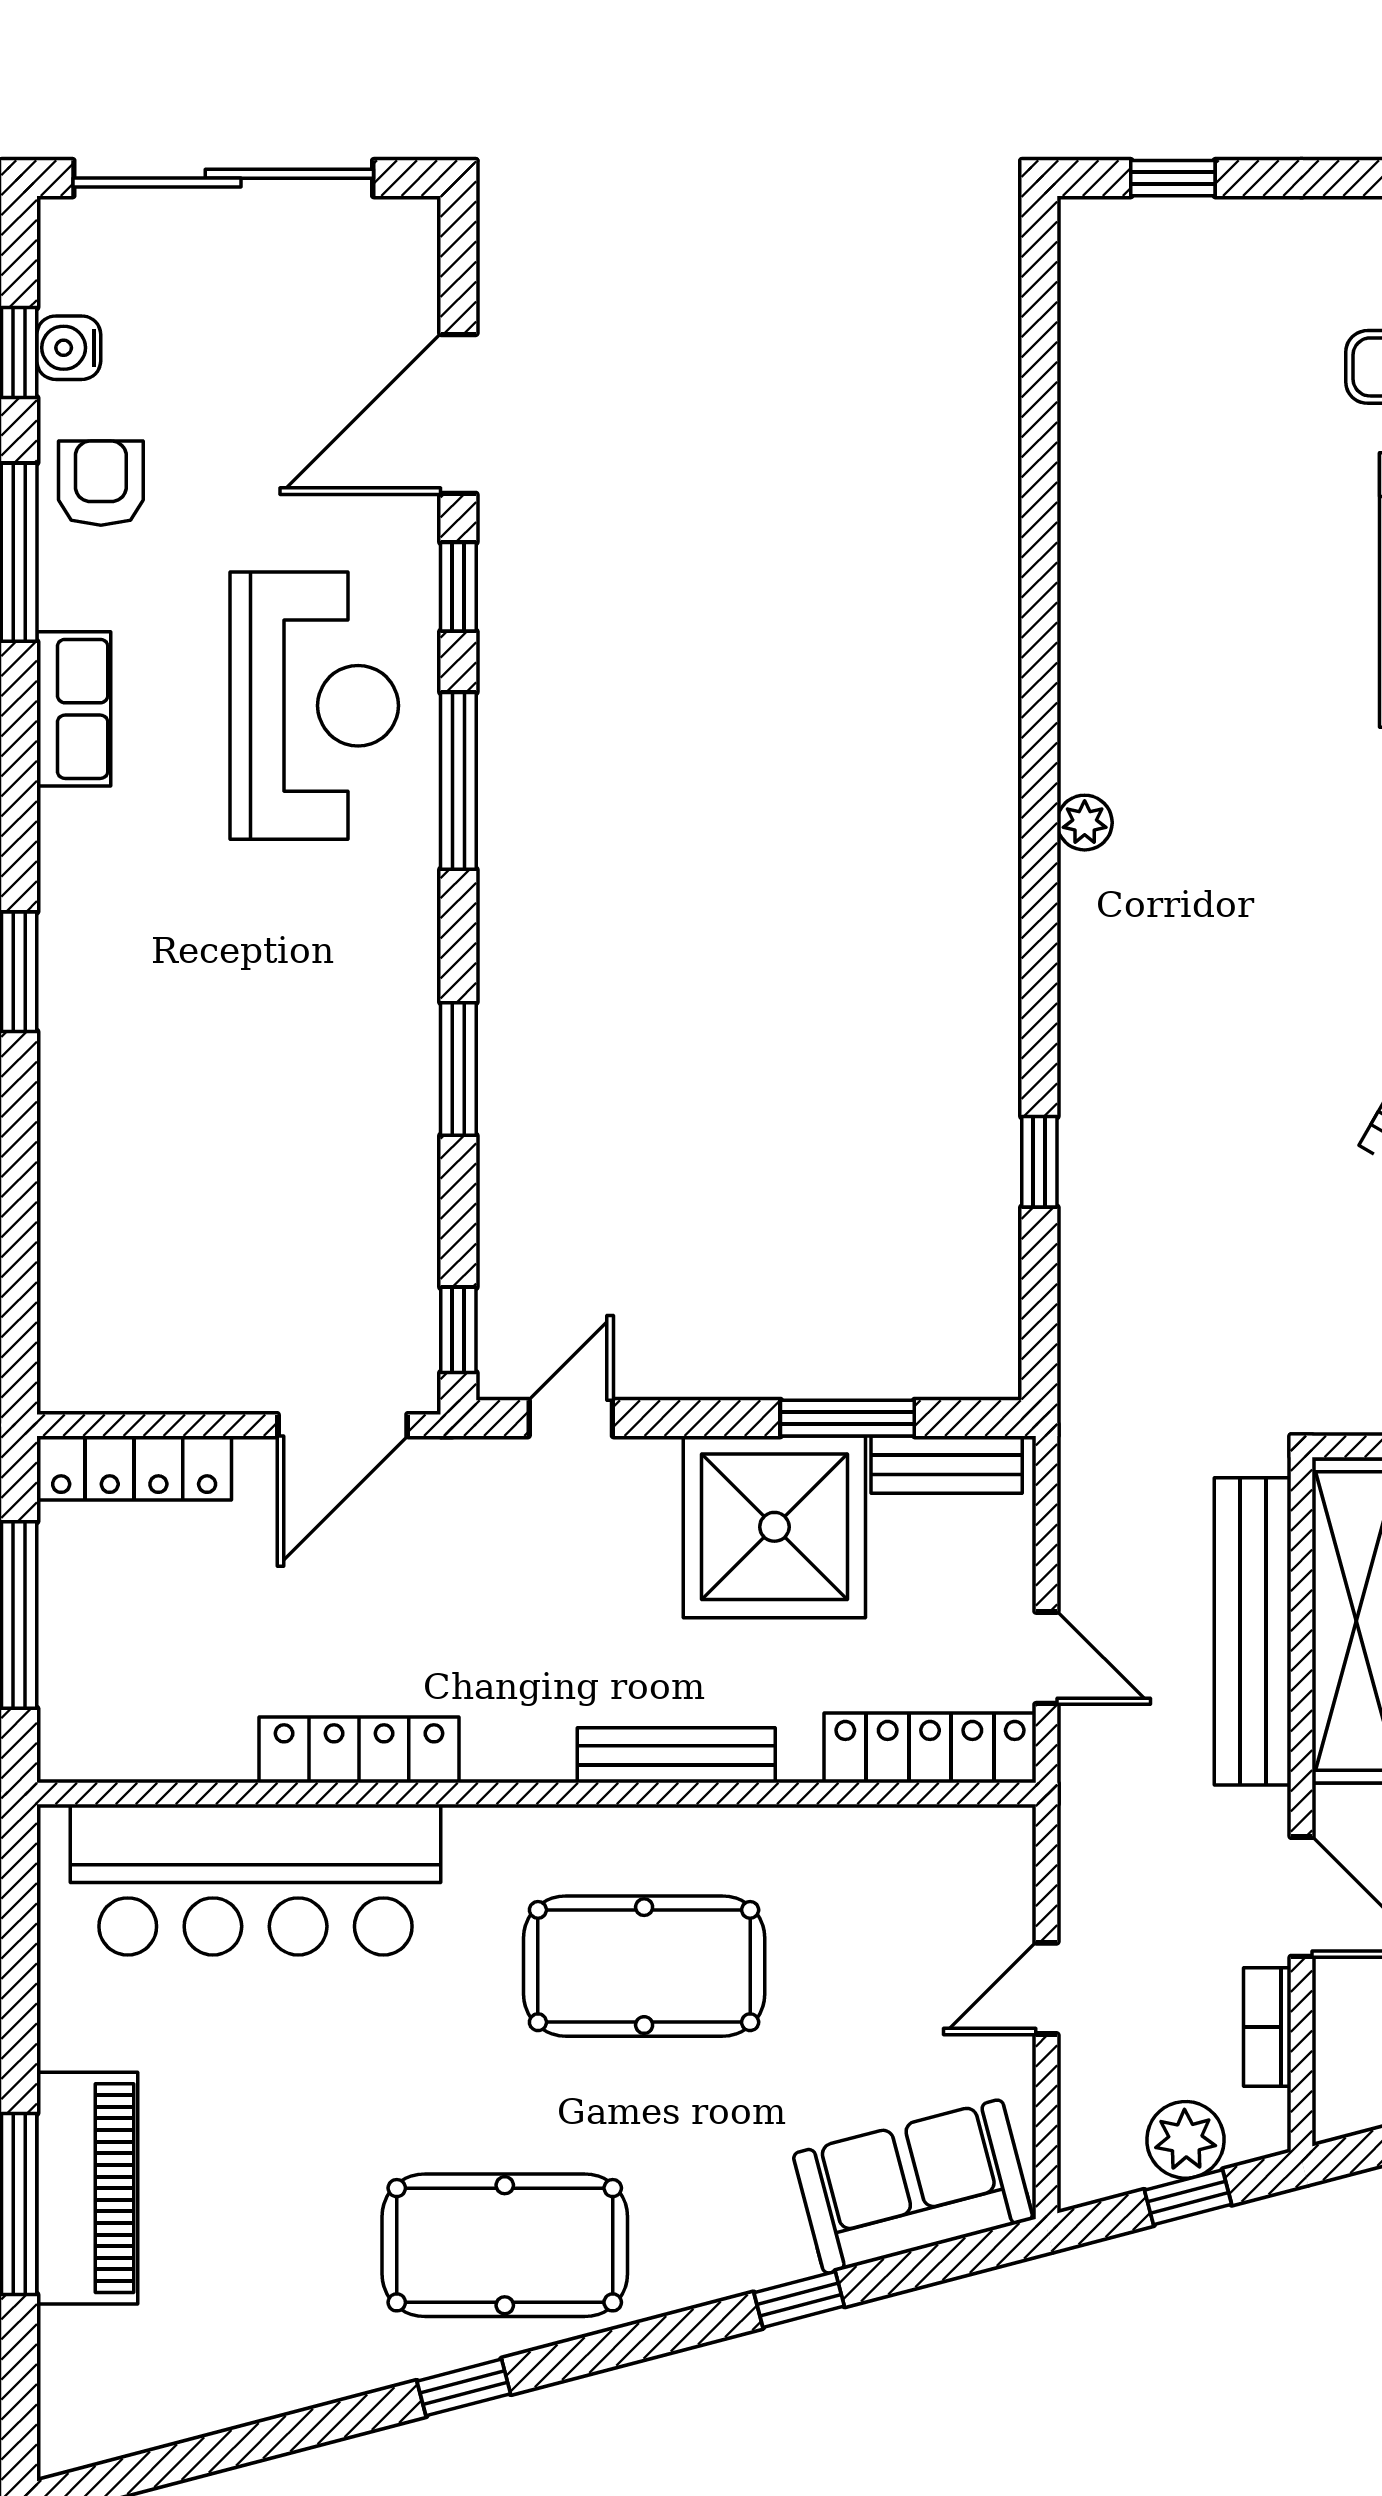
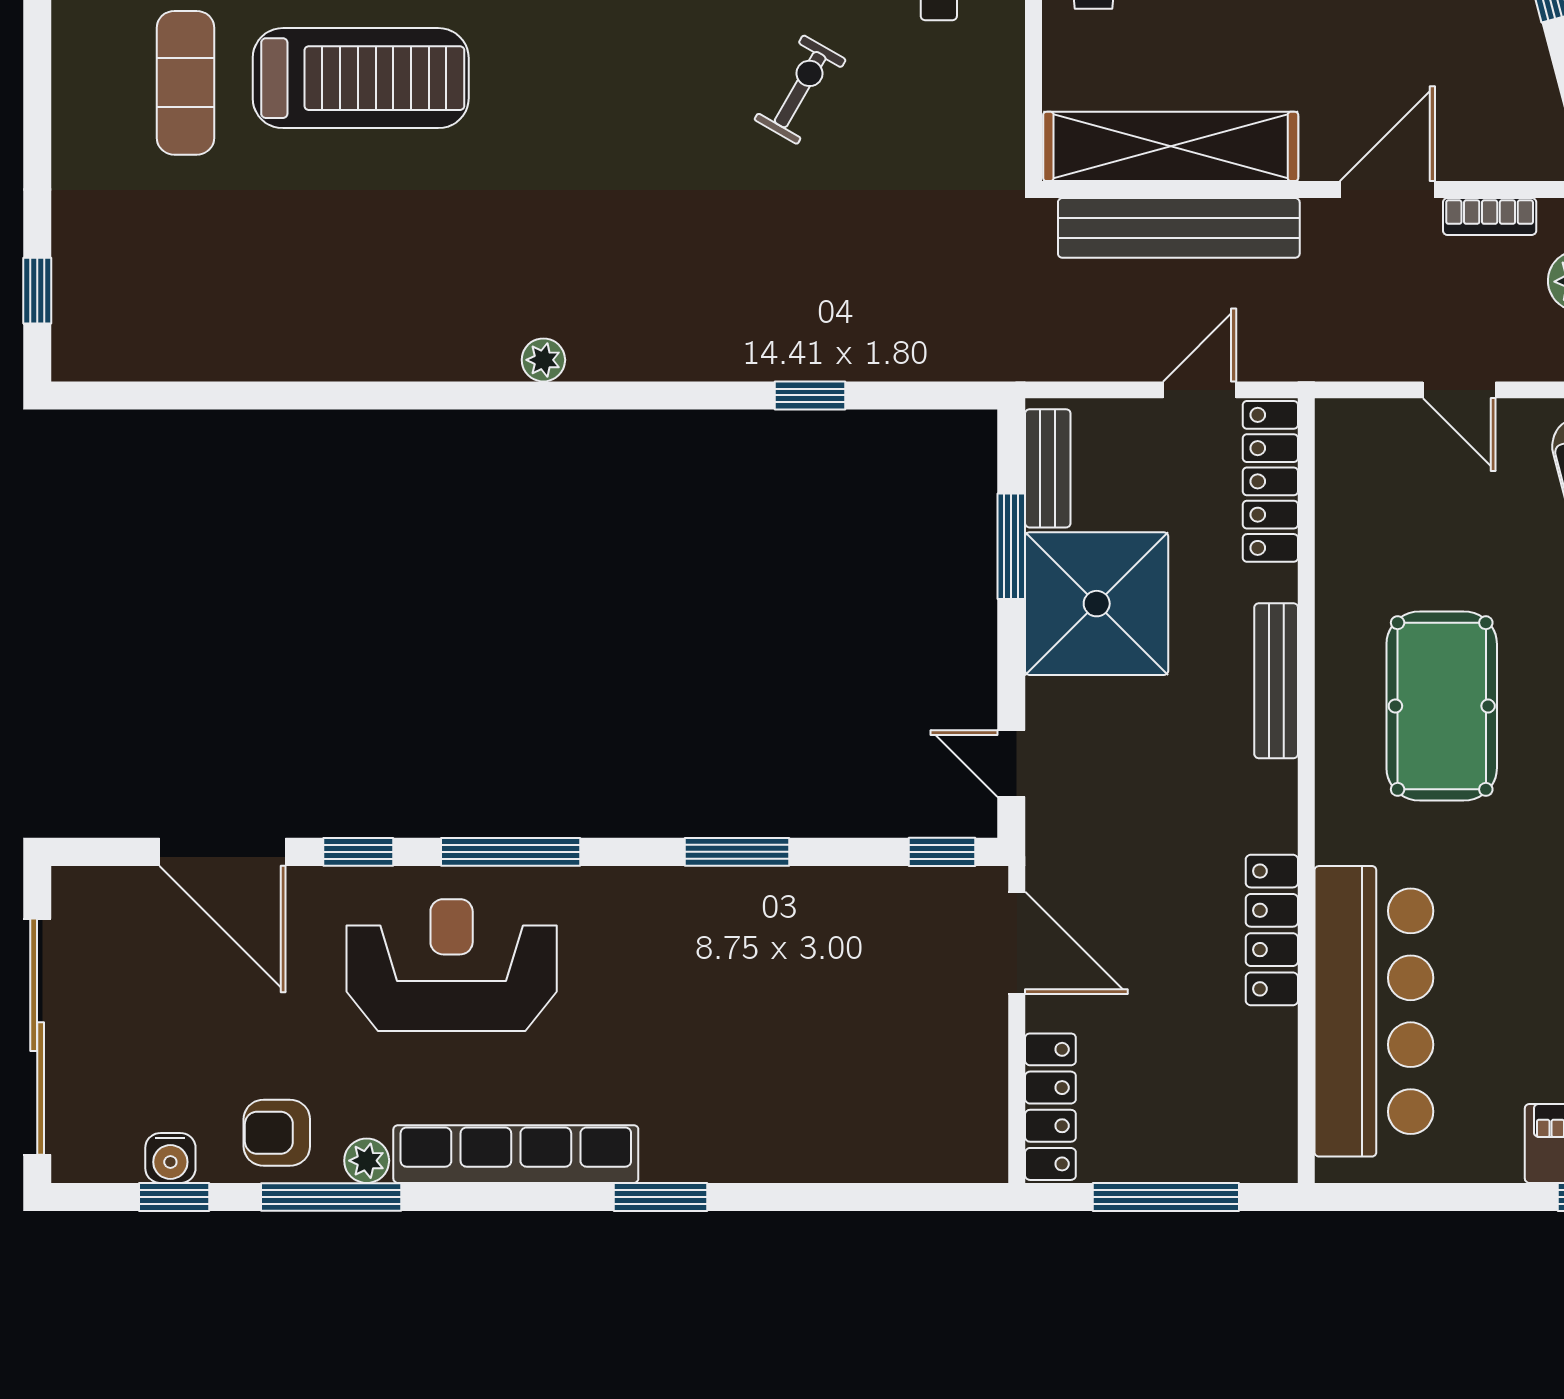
plant: (65, 598) -> (367, 1161), added
row of seats: (74, 709) -> (516, 1154), width x2.02

